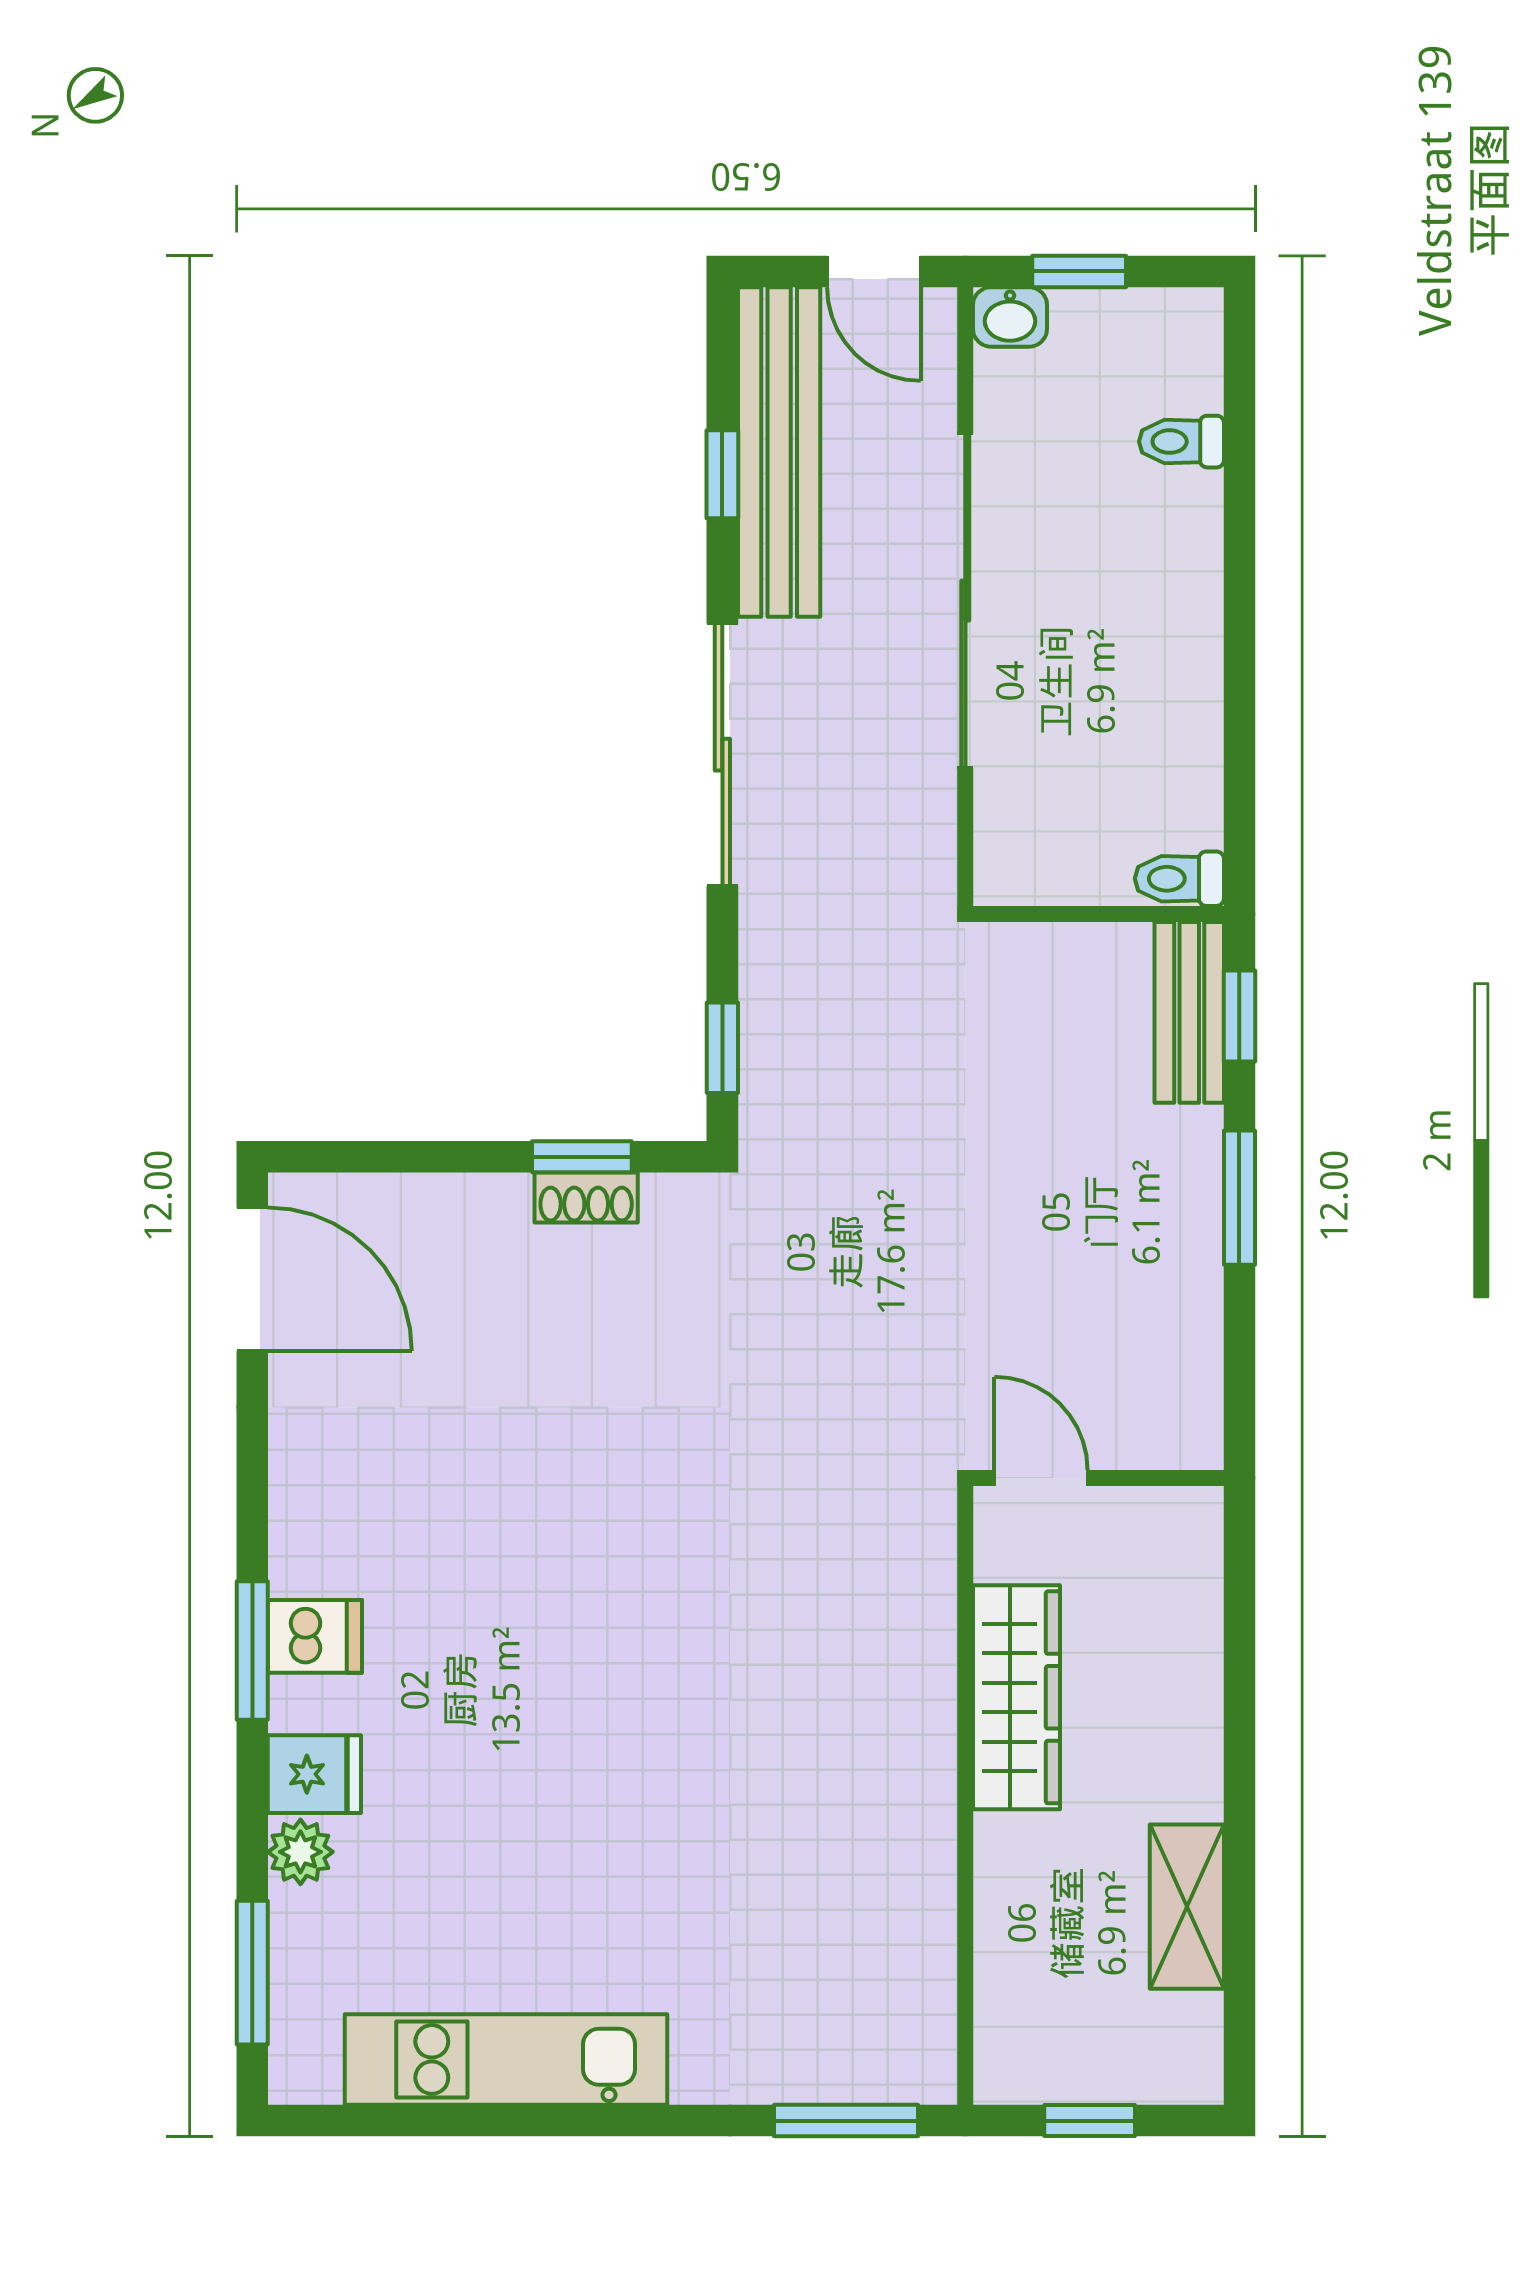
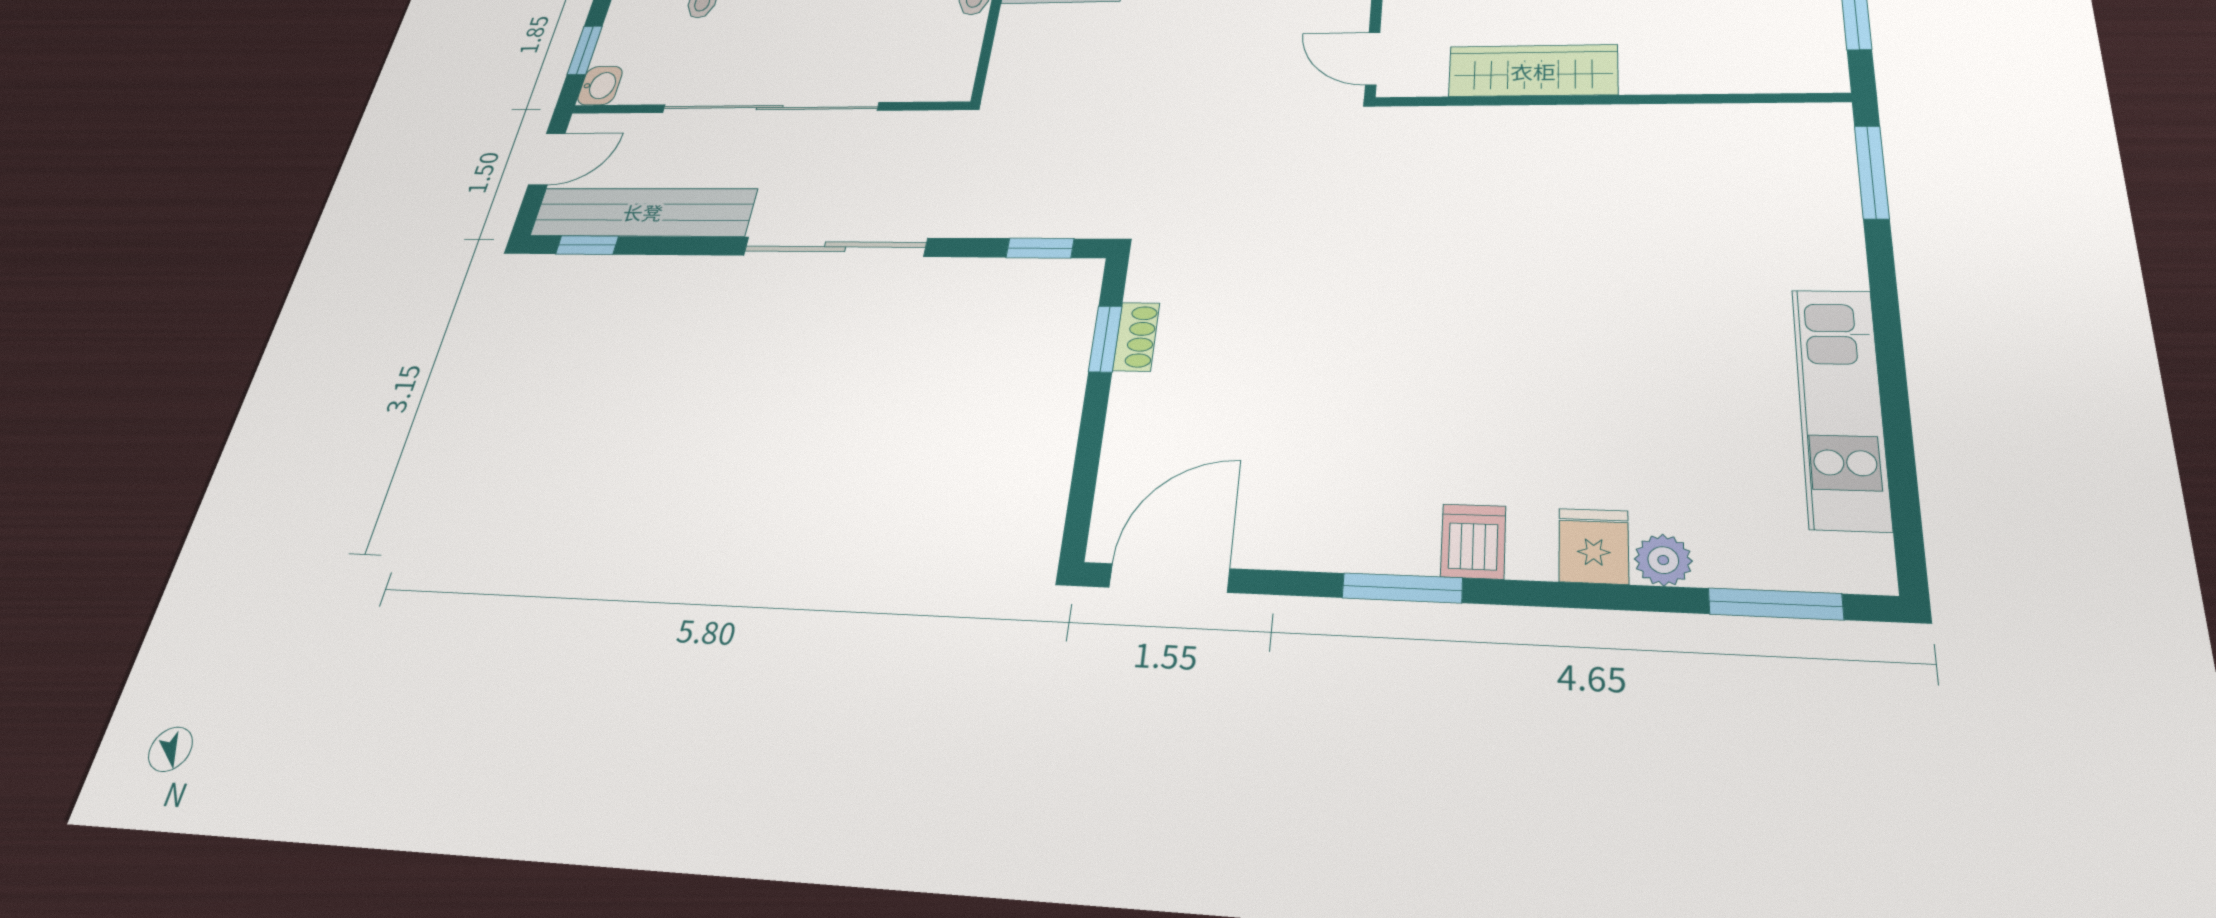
window: (722, 474) -> (587, 245), moved
door: (1041, 1478) -> (1373, 59), hinge flipped
window: (252, 1651) -> (1402, 588), moved

